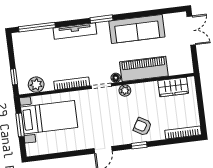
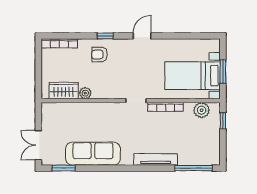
window: (101, 19) -> (64, 168), moved
piano: (144, 69) -> (91, 113), removed
floor lamp: (116, 78) -> (120, 107), removed
plant: (125, 90) -> (85, 93), moved
armchair: (142, 127) -> (100, 54), turned 150

